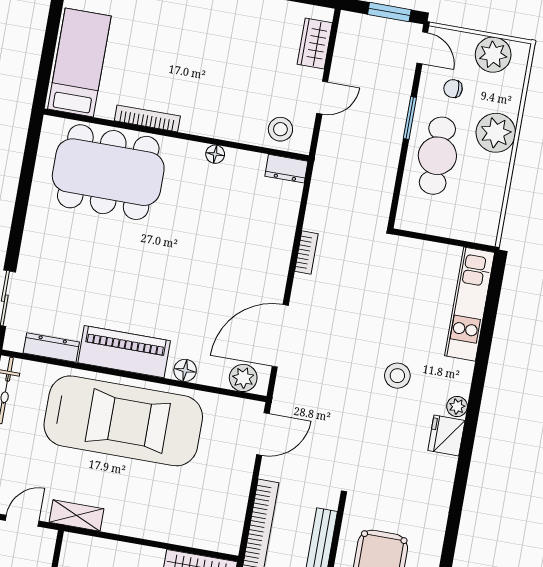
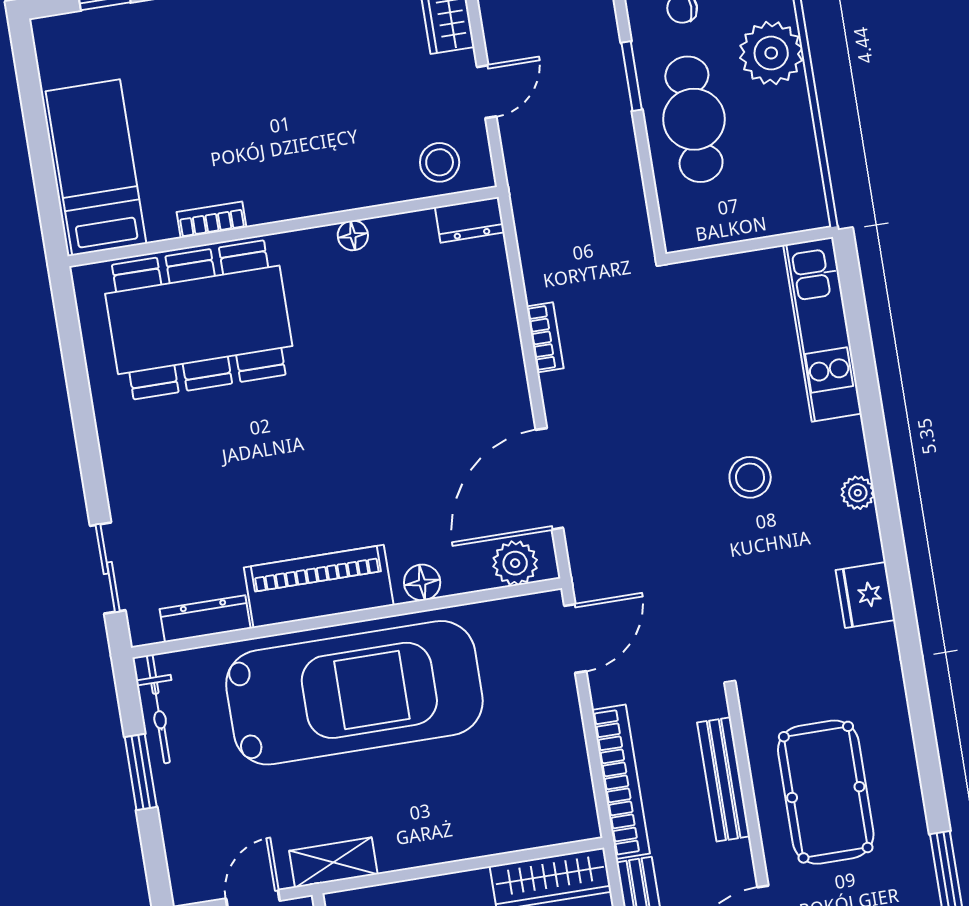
bookcase: (147, 118) -> (212, 220), width x0.64
fridge: (446, 436) -> (865, 595), moved

